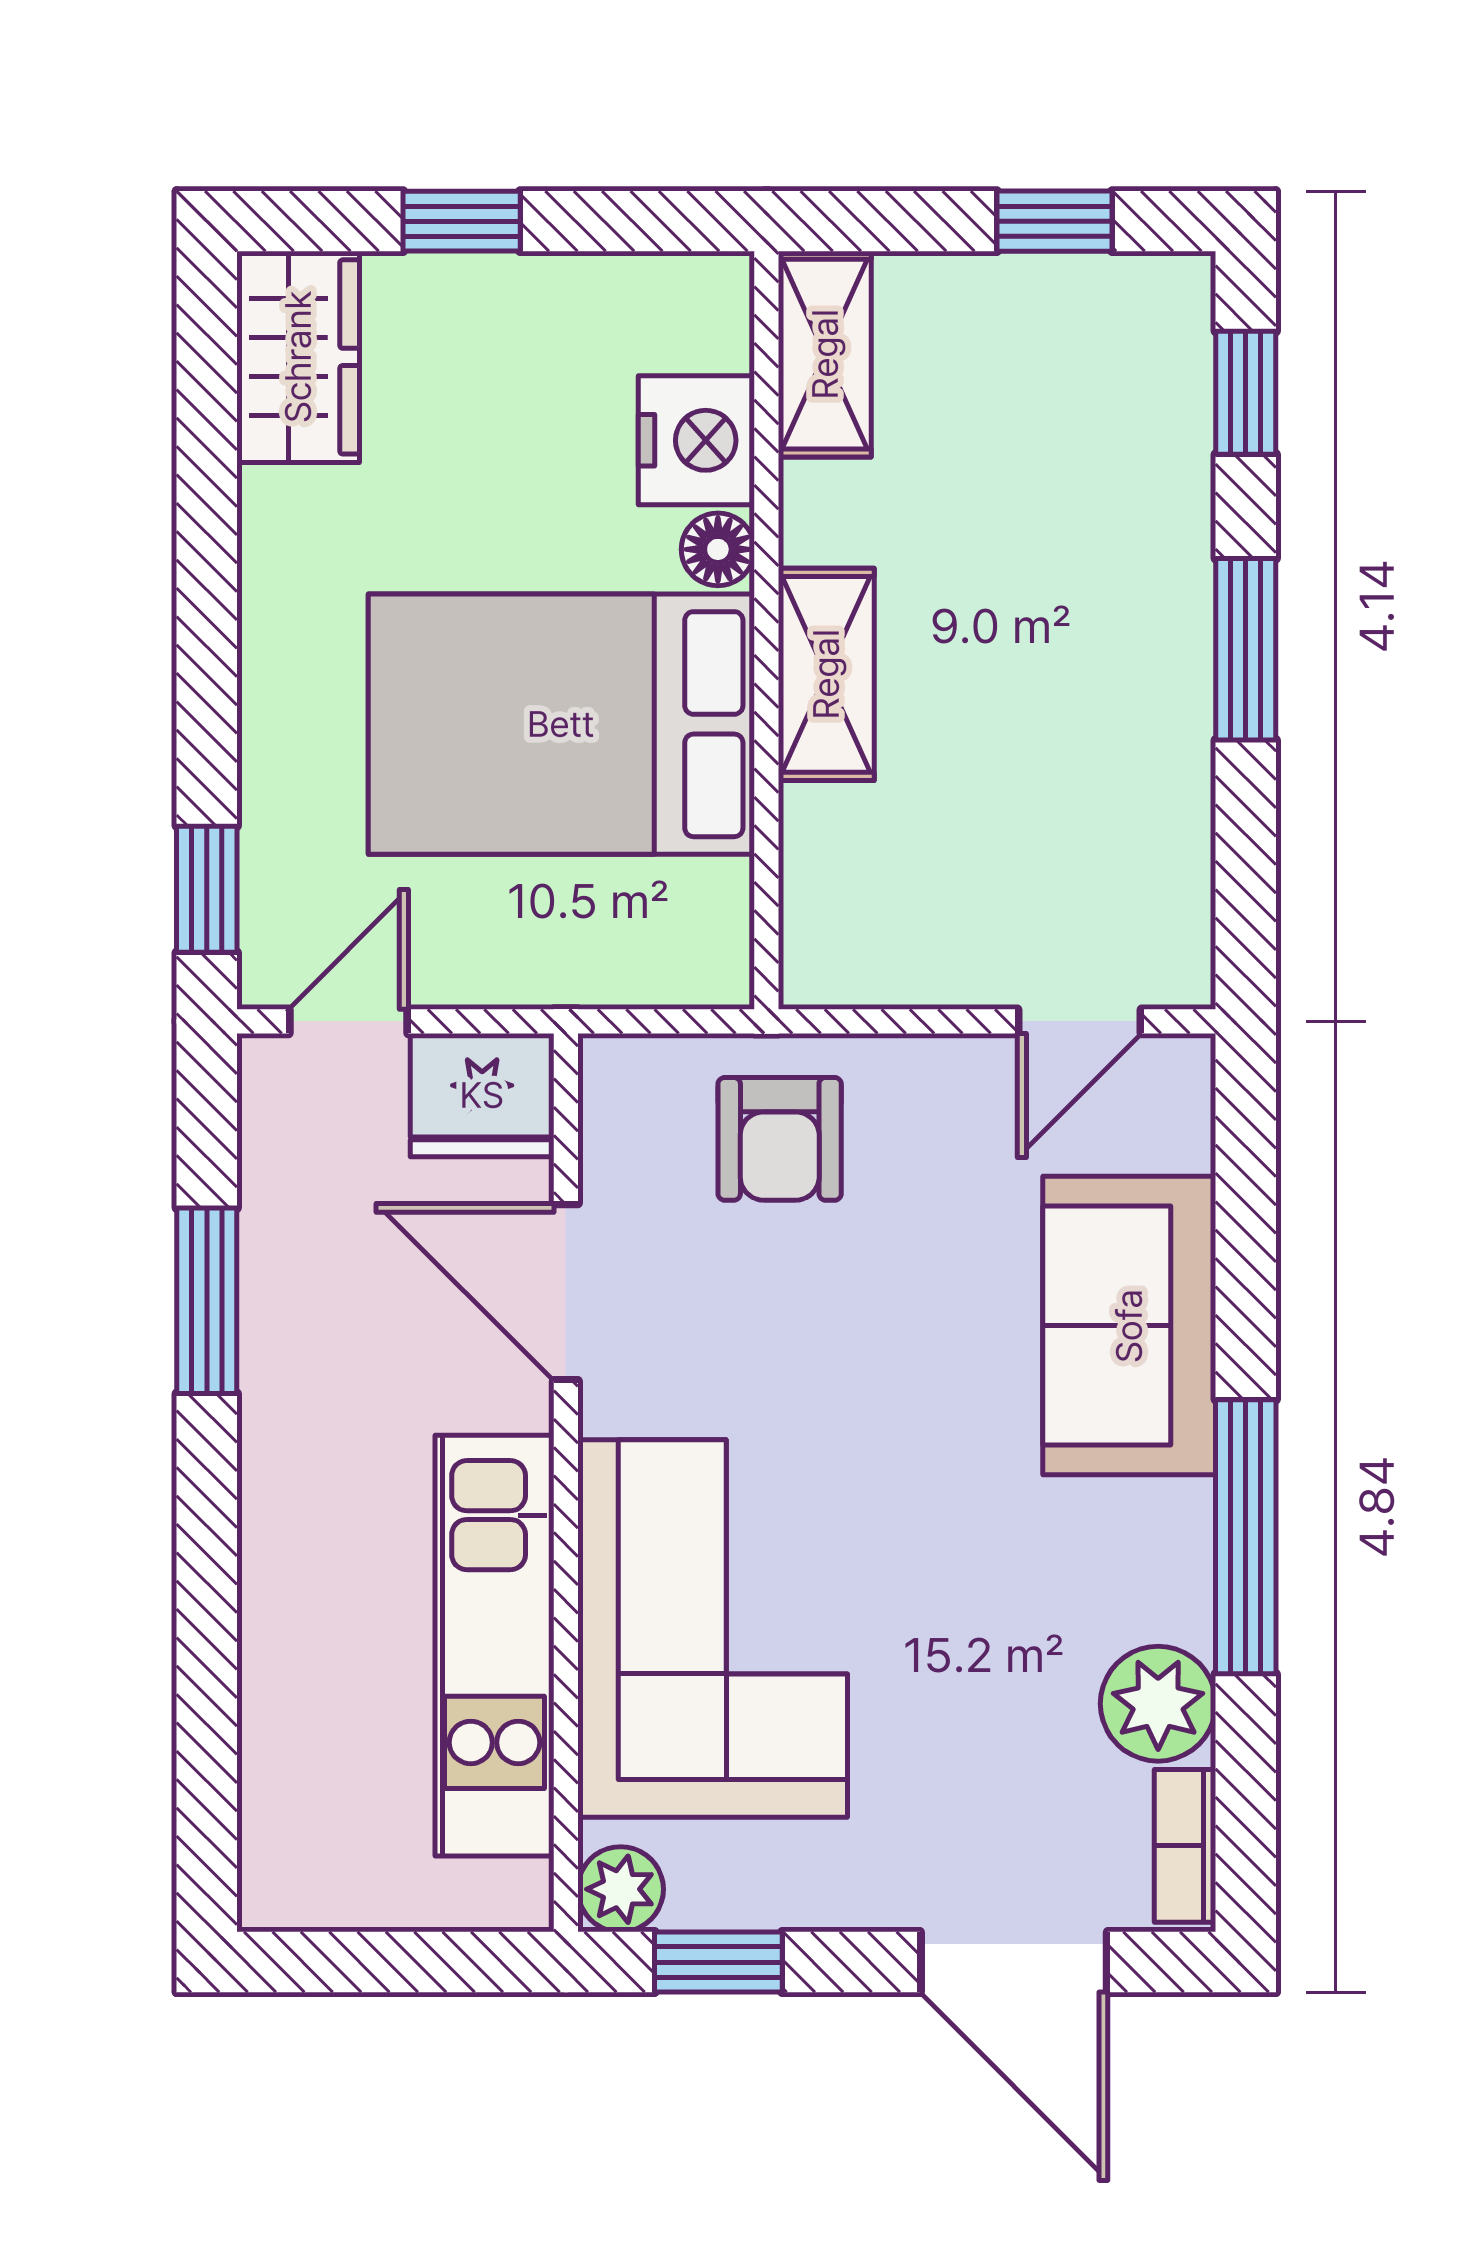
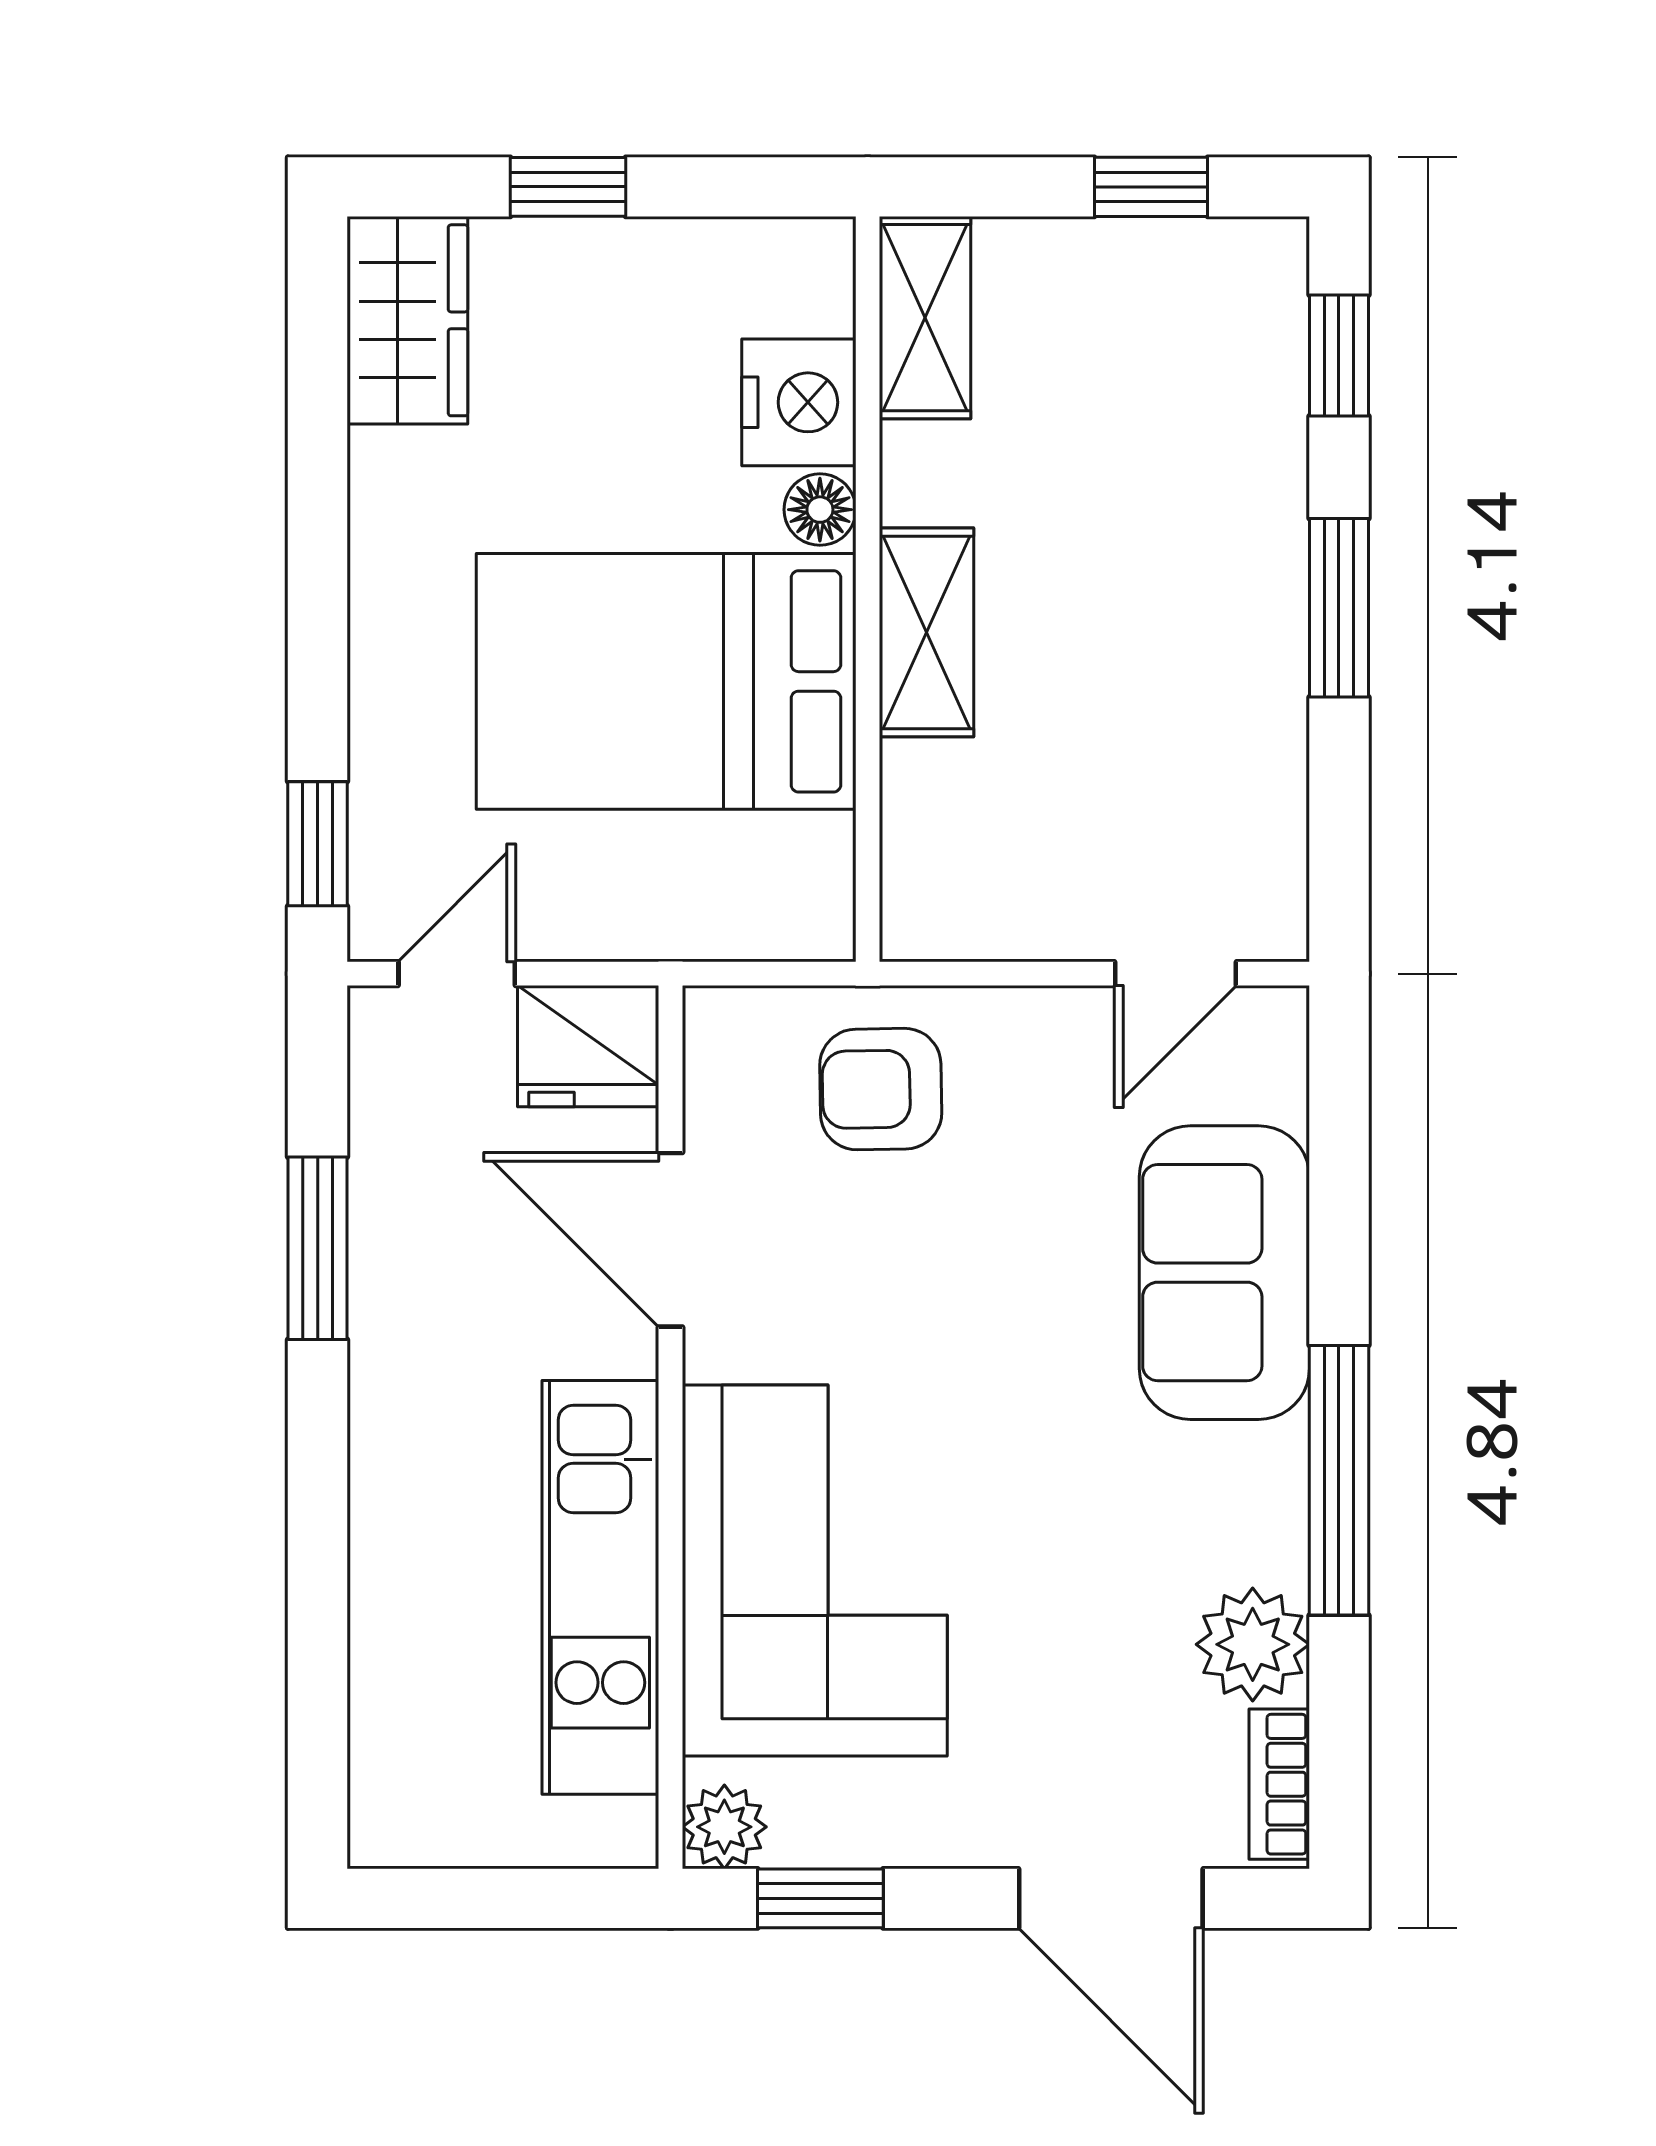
armchair: (780, 1139) -> (881, 1089), turned 89

